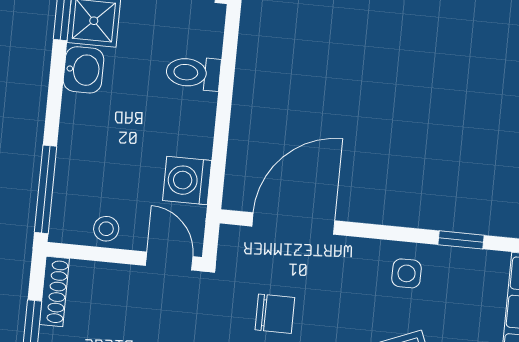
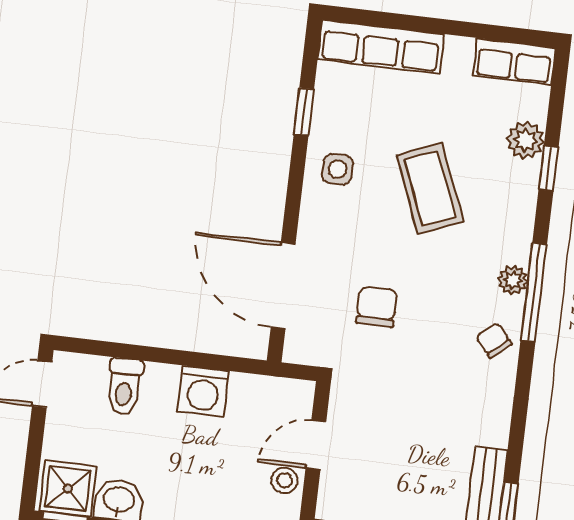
washing machine: (187, 181) -> (203, 391), moved
door: (169, 261) -> (316, 445), moved

